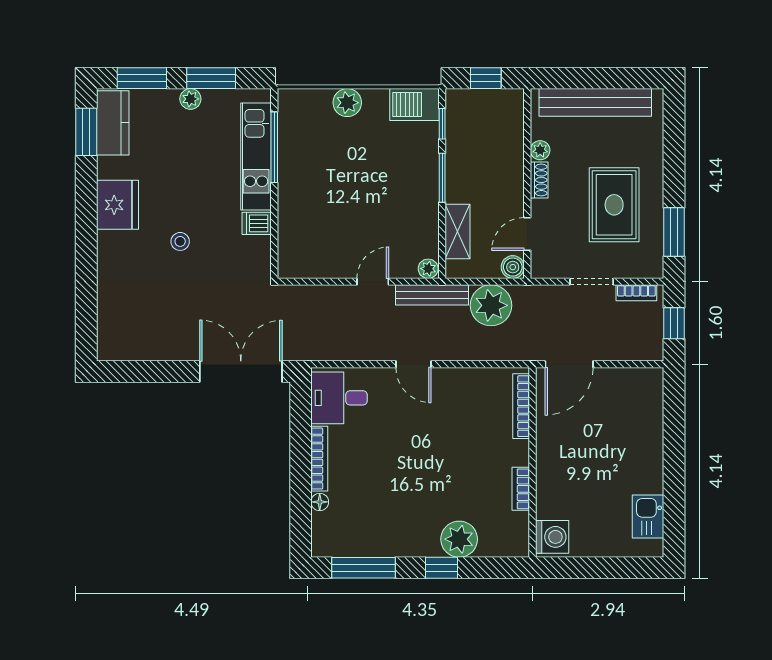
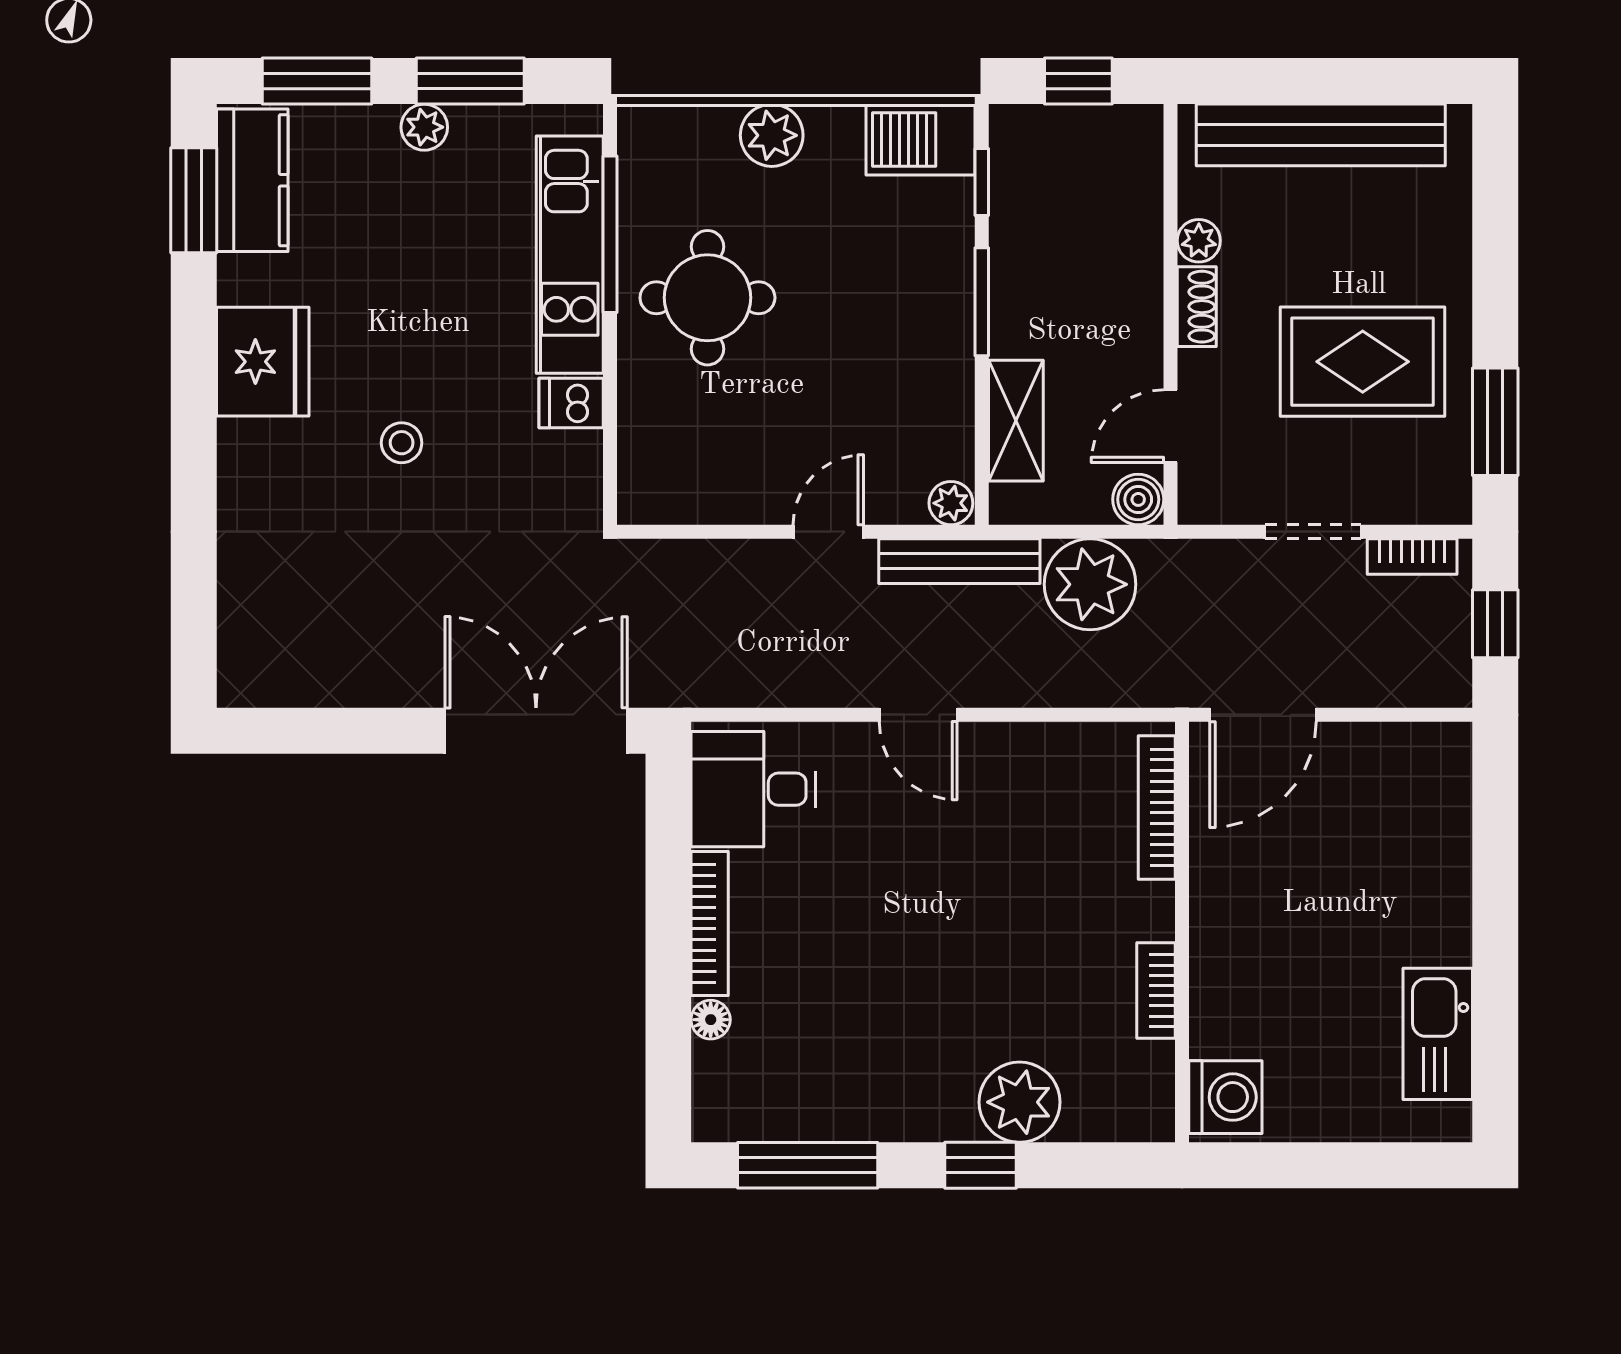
round table: (318, 176) -> (707, 298), added
rug: (614, 205) -> (1363, 362), turned 90
kitchen sink: (648, 516) -> (1438, 1034), width x1.38

